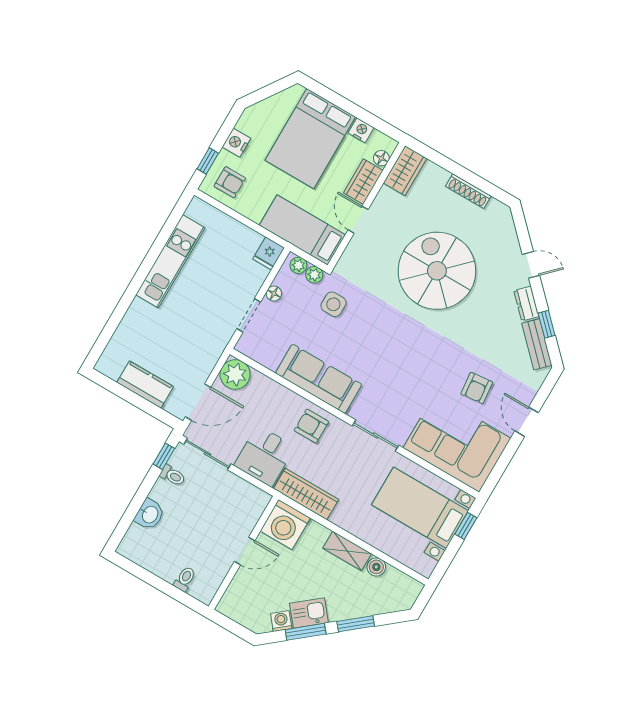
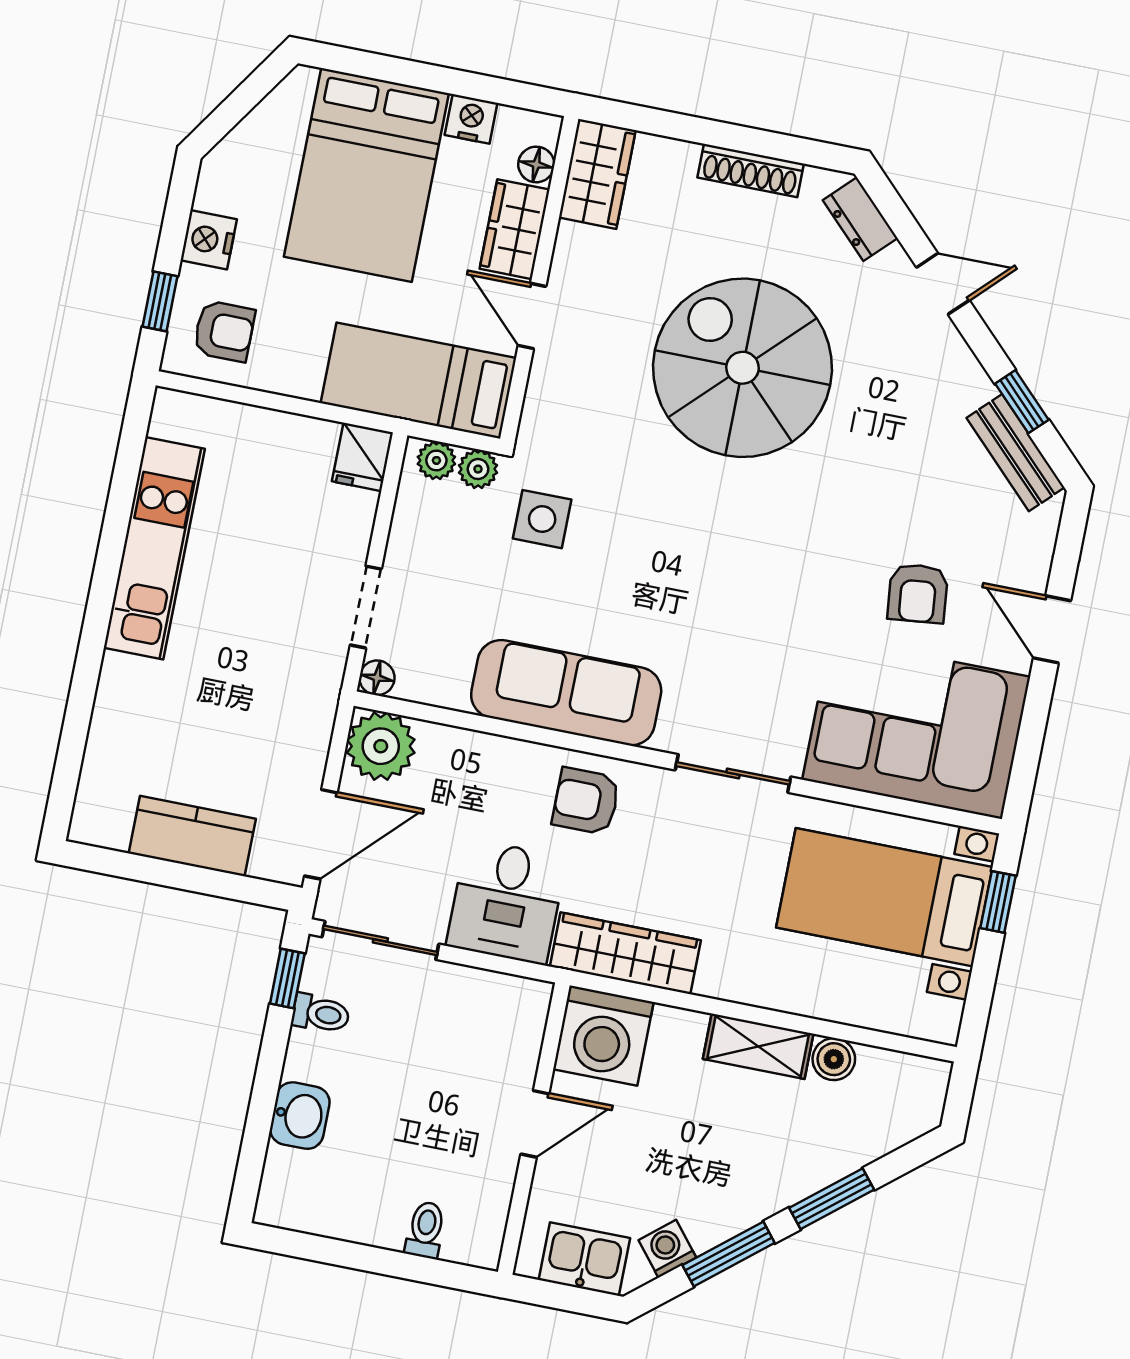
floor lamp: (274, 294) -> (377, 678), moved
dresser: (526, 304) -> (860, 219), moved
kitchen sink: (309, 613) -> (584, 1259), moved, turned 39

